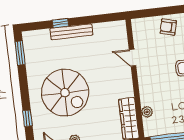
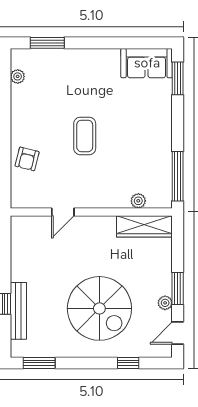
bench: (71, 32) -> (18, 311), moved
spiral stairs: (65, 93) -> (99, 308), turned 90

